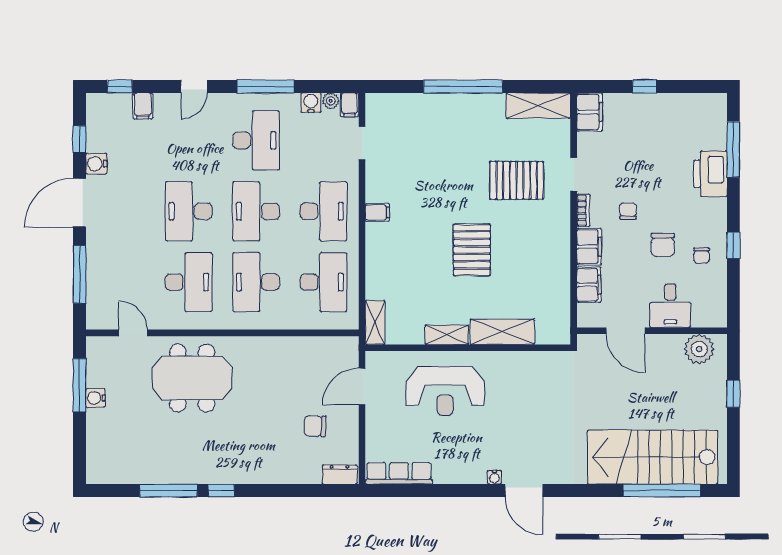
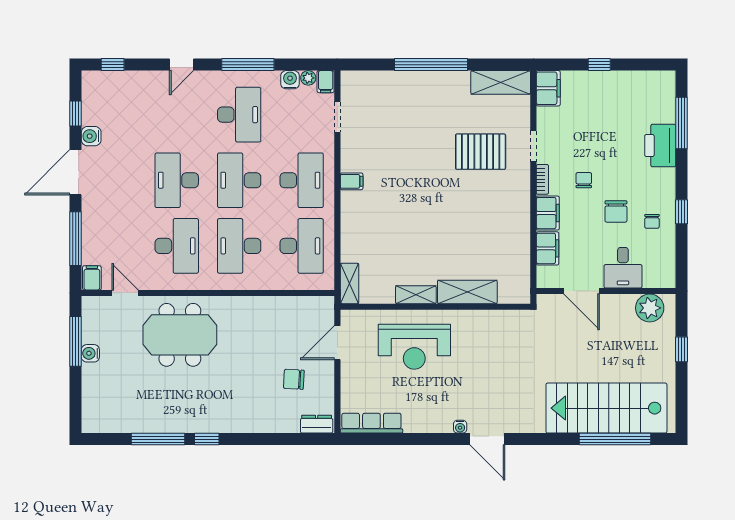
filing cabinet: (143, 106) -> (92, 278), moved, turned 180
pallet: (472, 250) -> (439, 216), removed

